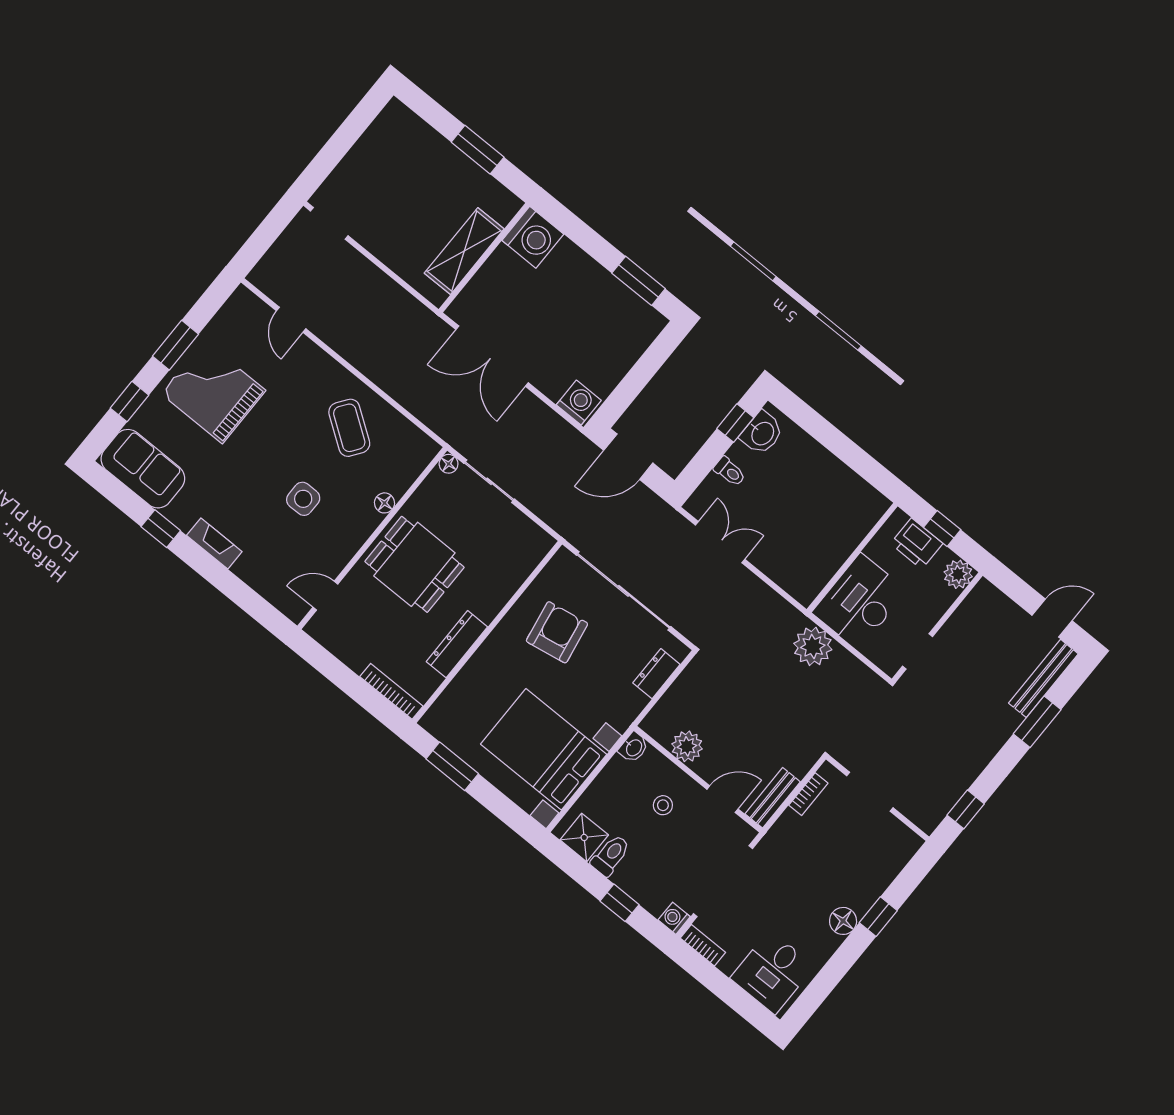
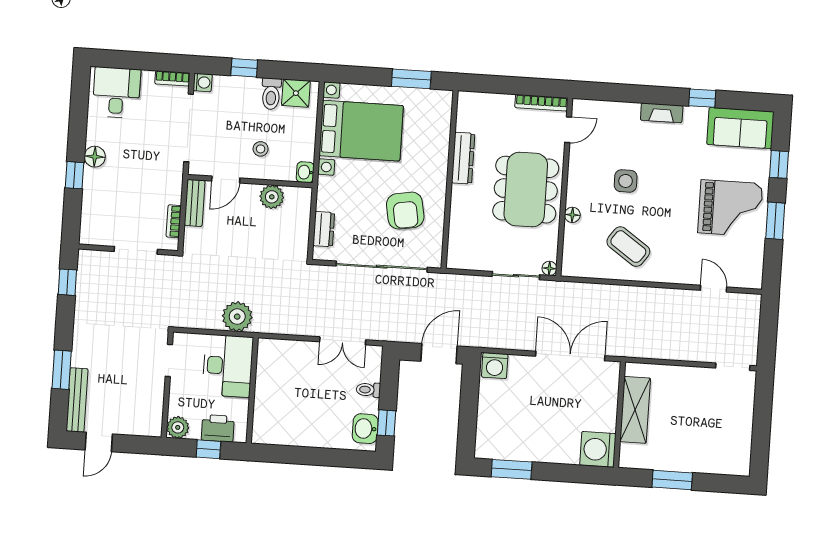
dining table: (414, 564) -> (526, 190), width x1.38
bookcase: (391, 691) -> (541, 103), moved

